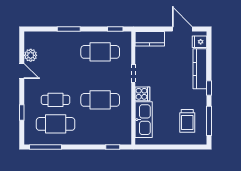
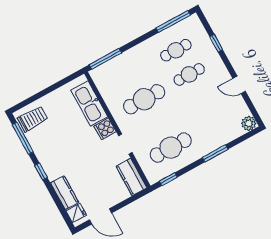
kitchen counter: (150, 39) -> (131, 177), moved, turned -90
plant: (31, 55) -> (249, 123), moved
kitchen counter: (200, 69) -> (65, 193), width x0.67
trolley: (187, 121) -> (33, 119), moved, turned 90
cafe table: (56, 124) -> (176, 50), width x0.73, depth x0.74
window: (113, 147) -> (105, 59), width x2.17

